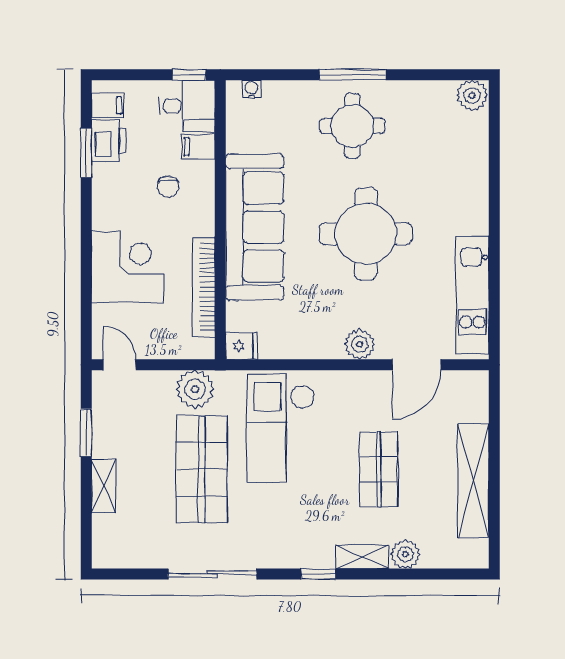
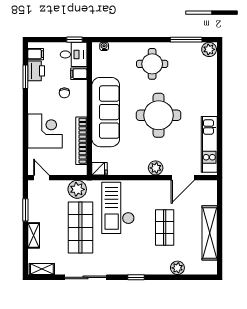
window: (353, 75) -> (186, 40), moved
shelving: (362, 557) -> (42, 269), moved

